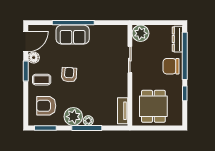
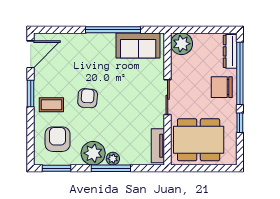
window: (73, 23) -> (113, 30), moved
sofa: (73, 35) -> (138, 45), moved
floor lamp: (34, 58) -> (41, 76), removed
sliding door: (130, 60) -> (168, 97), moved
armchair: (46, 106) -> (58, 139), turned 90
dining table: (153, 106) -> (199, 140), width x1.37

